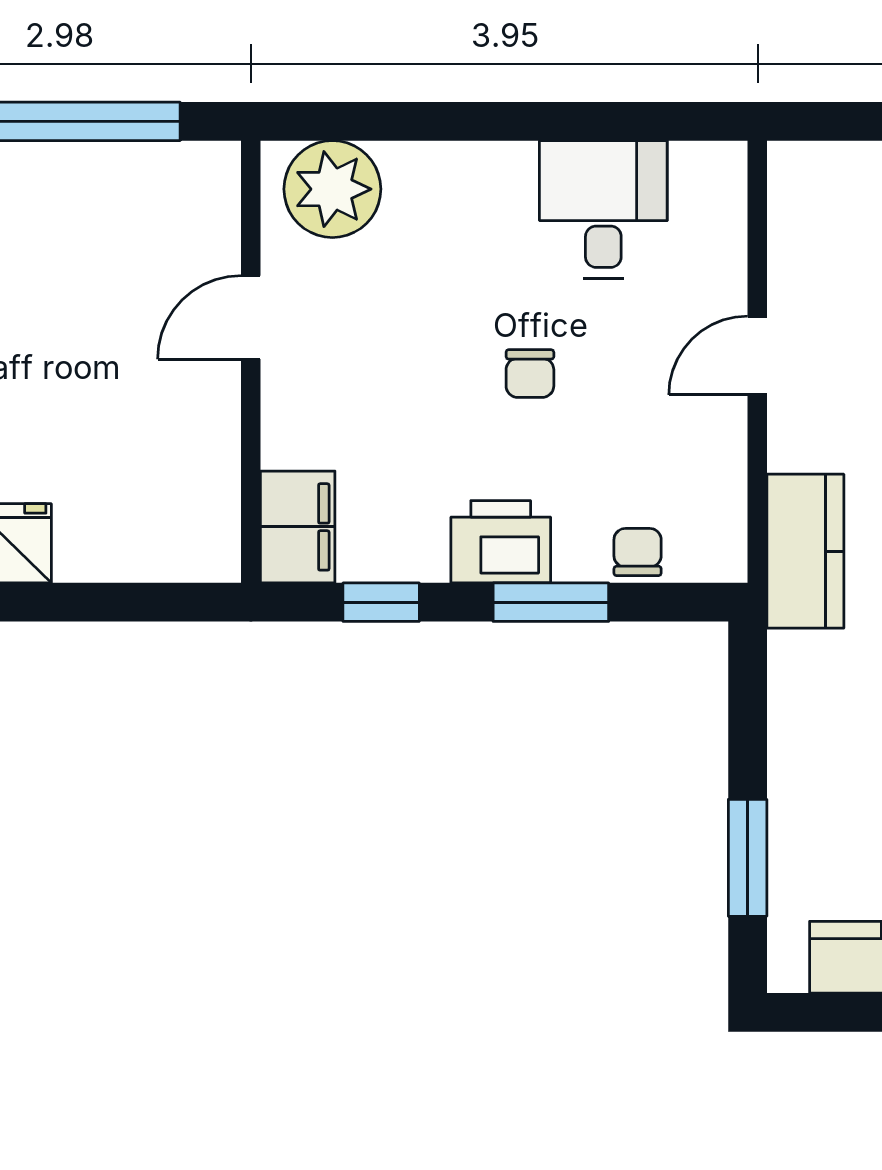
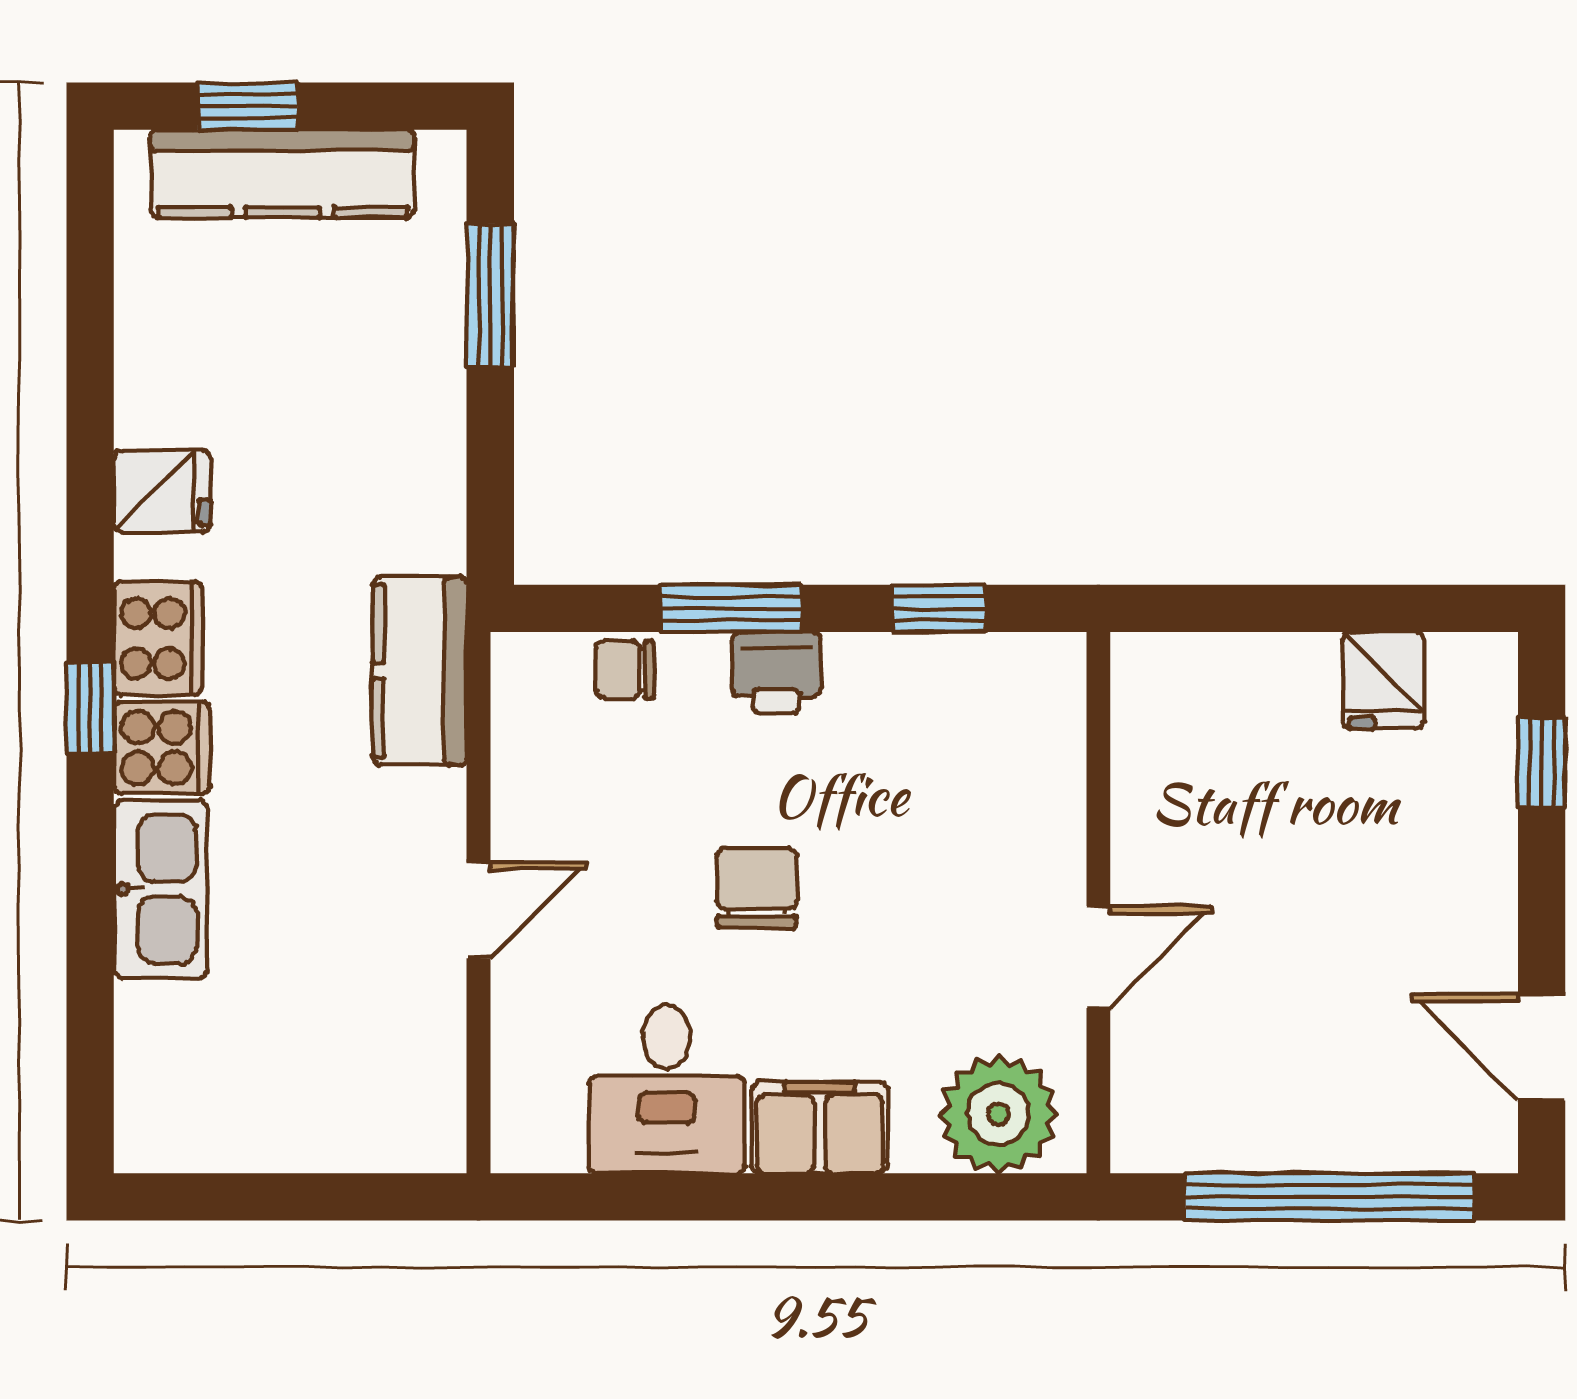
chair: (530, 374) -> (757, 888), width x1.37, depth x1.37
filing cabinet: (298, 527) -> (820, 1128), moved, turned 90
printer: (501, 542) -> (776, 673), width x0.73, depth x0.81
chair: (638, 552) -> (625, 670), turned 90

